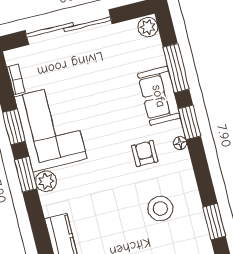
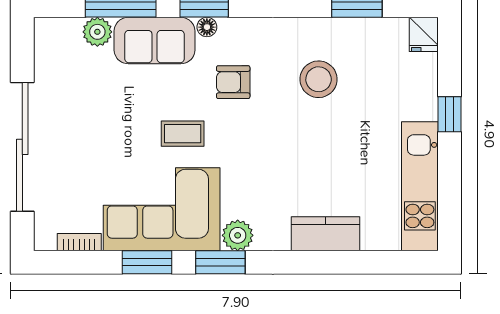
plant: (148, 27) -> (97, 32), moved
coffee table: (103, 129) -> (183, 134), added
floor lamp: (180, 143) -> (207, 27), moved

